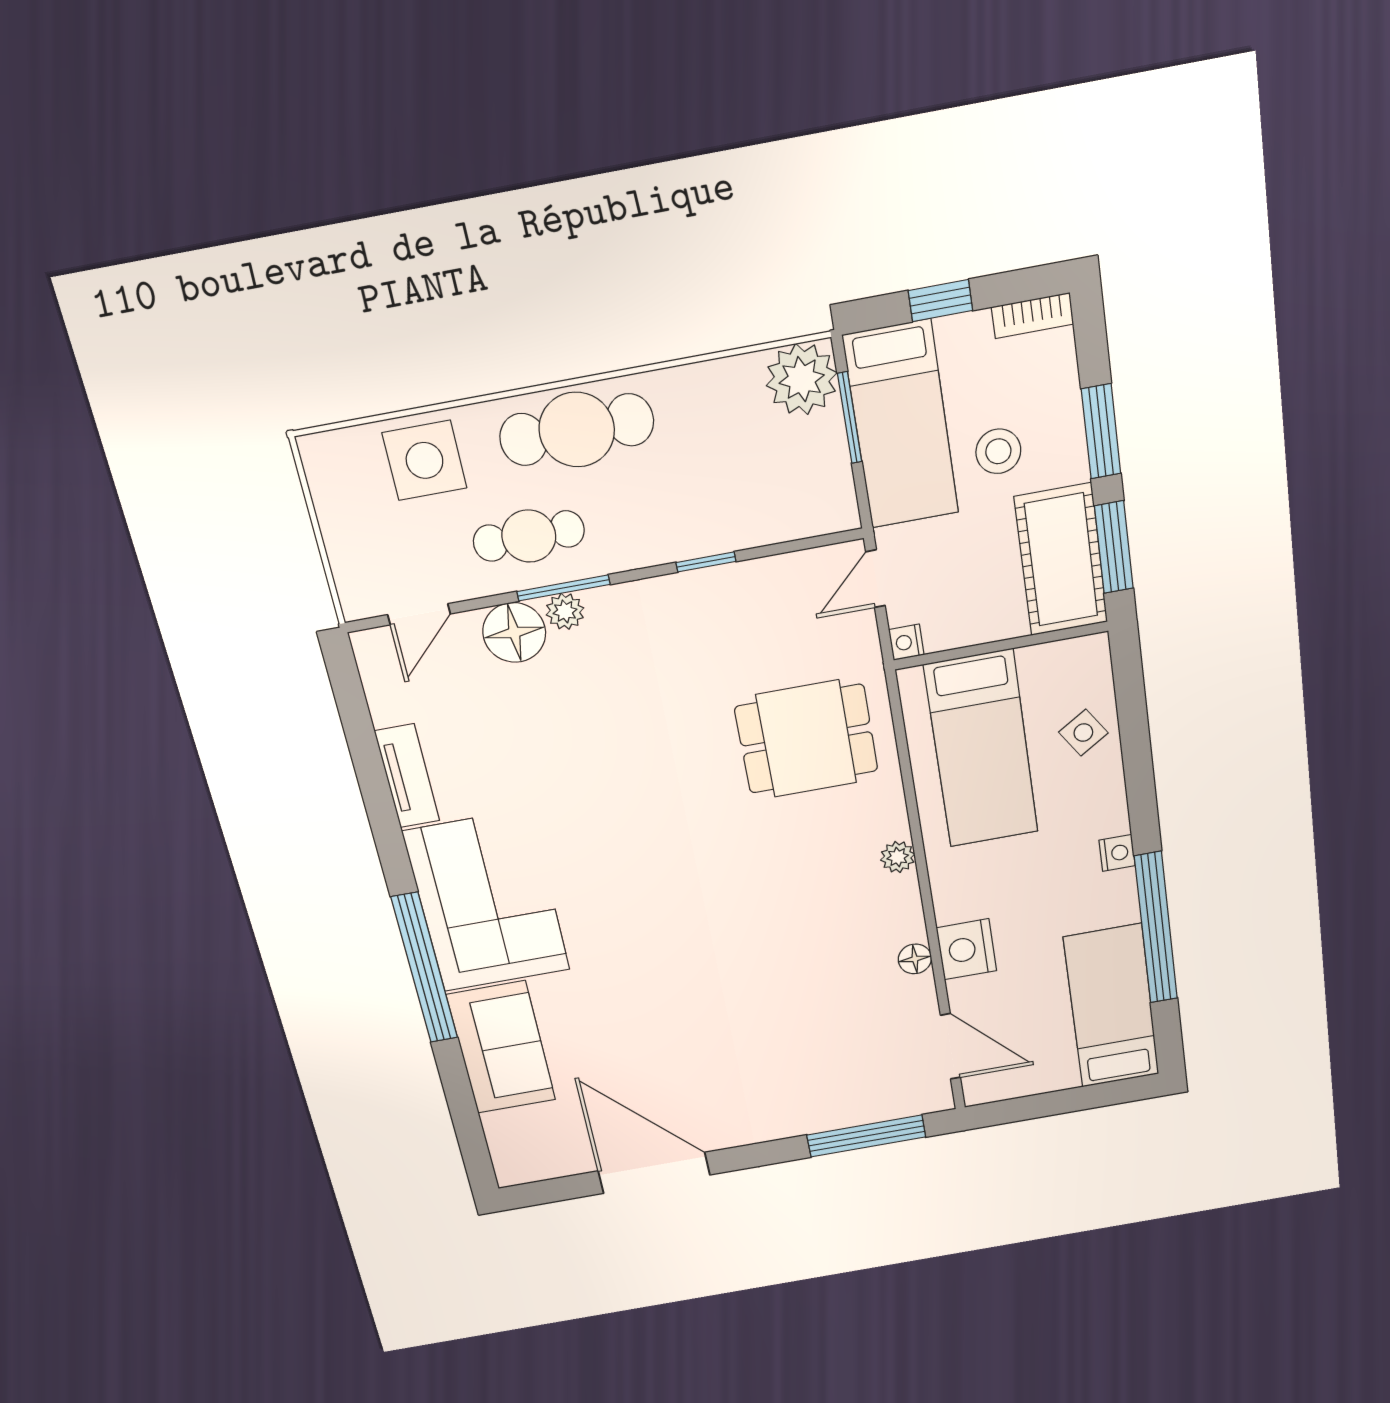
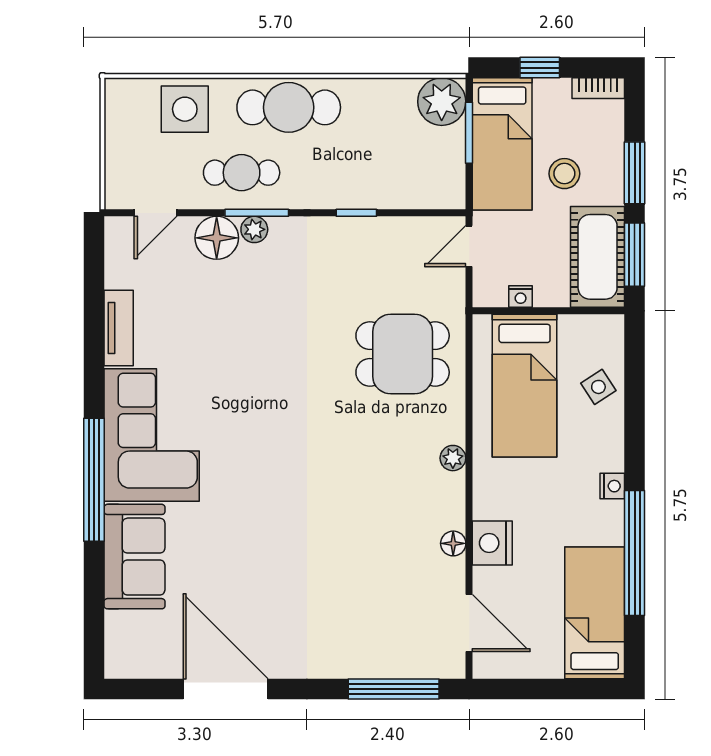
nightstand: (906, 642) -> (521, 296), moved, turned -90

